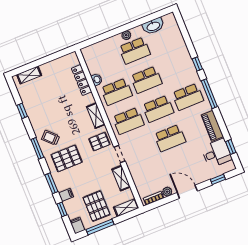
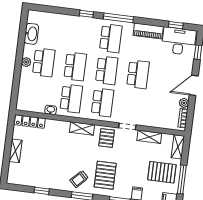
shelving: (29, 75) -> (16, 151), moved
locker: (82, 80) -> (30, 122), moved
desk: (217, 153) -> (179, 41), width x1.37

